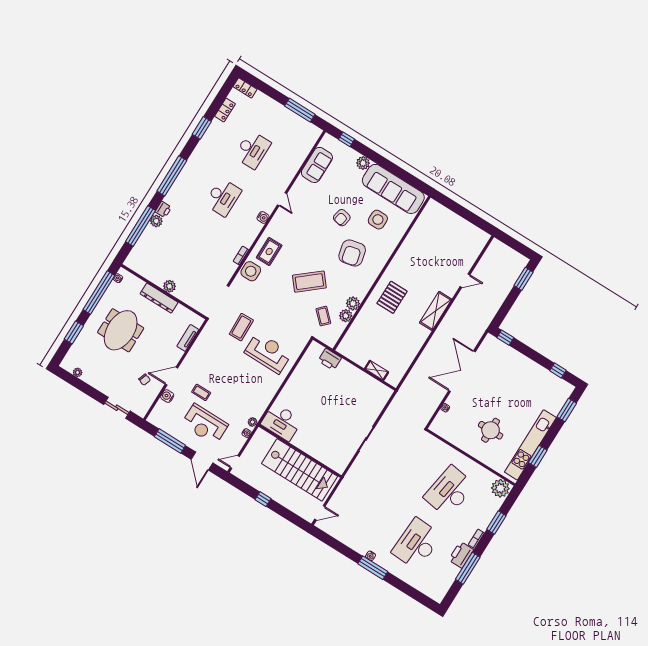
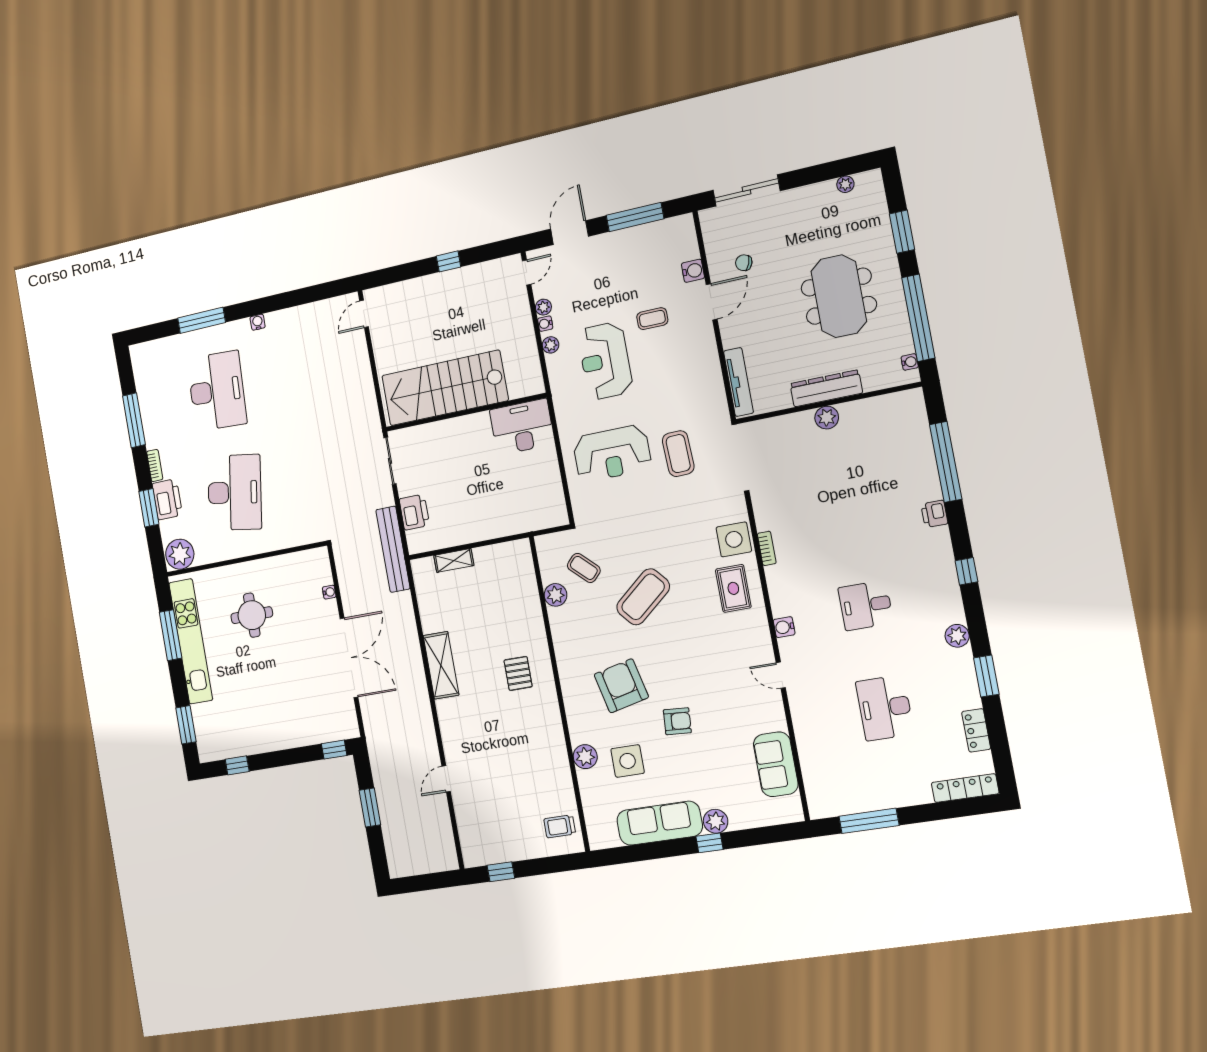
locker: (245, 88) -> (965, 788), width x1.53
window: (346, 139) -> (709, 843), moved
window: (172, 176) -> (966, 571), width x0.32
sofa: (393, 189) -> (660, 823), width x0.74, depth x0.79
desk: (223, 197) -> (866, 605), width x0.73
trolley: (432, 217) -> (560, 826), added
armchair: (342, 218) -> (677, 721), turned 83
window: (476, 220) -> (501, 872), added
plant: (156, 221) -> (957, 636), moved
window: (523, 279) -> (370, 808), moved
pallet: (392, 297) -> (518, 673), width x0.67, depth x0.71
plant: (353, 303) -> (585, 757), moved
shelving: (436, 311) -> (441, 665), moved
tv unit: (188, 338) -> (738, 382), width x1.41
printer: (330, 359) -> (414, 512), moved, turned 90
bench: (399, 400) -> (393, 549), added
sliding door: (117, 408) -> (747, 190), width x1.37
desk: (282, 422) -> (522, 427), moved
reception desk: (205, 424) -> (605, 361), moved, turned -90
plant: (241, 441) -> (543, 307), added
wall: (300, 451) -> (465, 412), moved
window: (538, 456) -> (171, 635), width x1.44
door: (202, 461) -> (570, 233), hinge flipped
stairs: (300, 470) -> (445, 388), moved
printer: (461, 555) -> (167, 499), moved
window: (373, 568) -> (202, 320), moved

